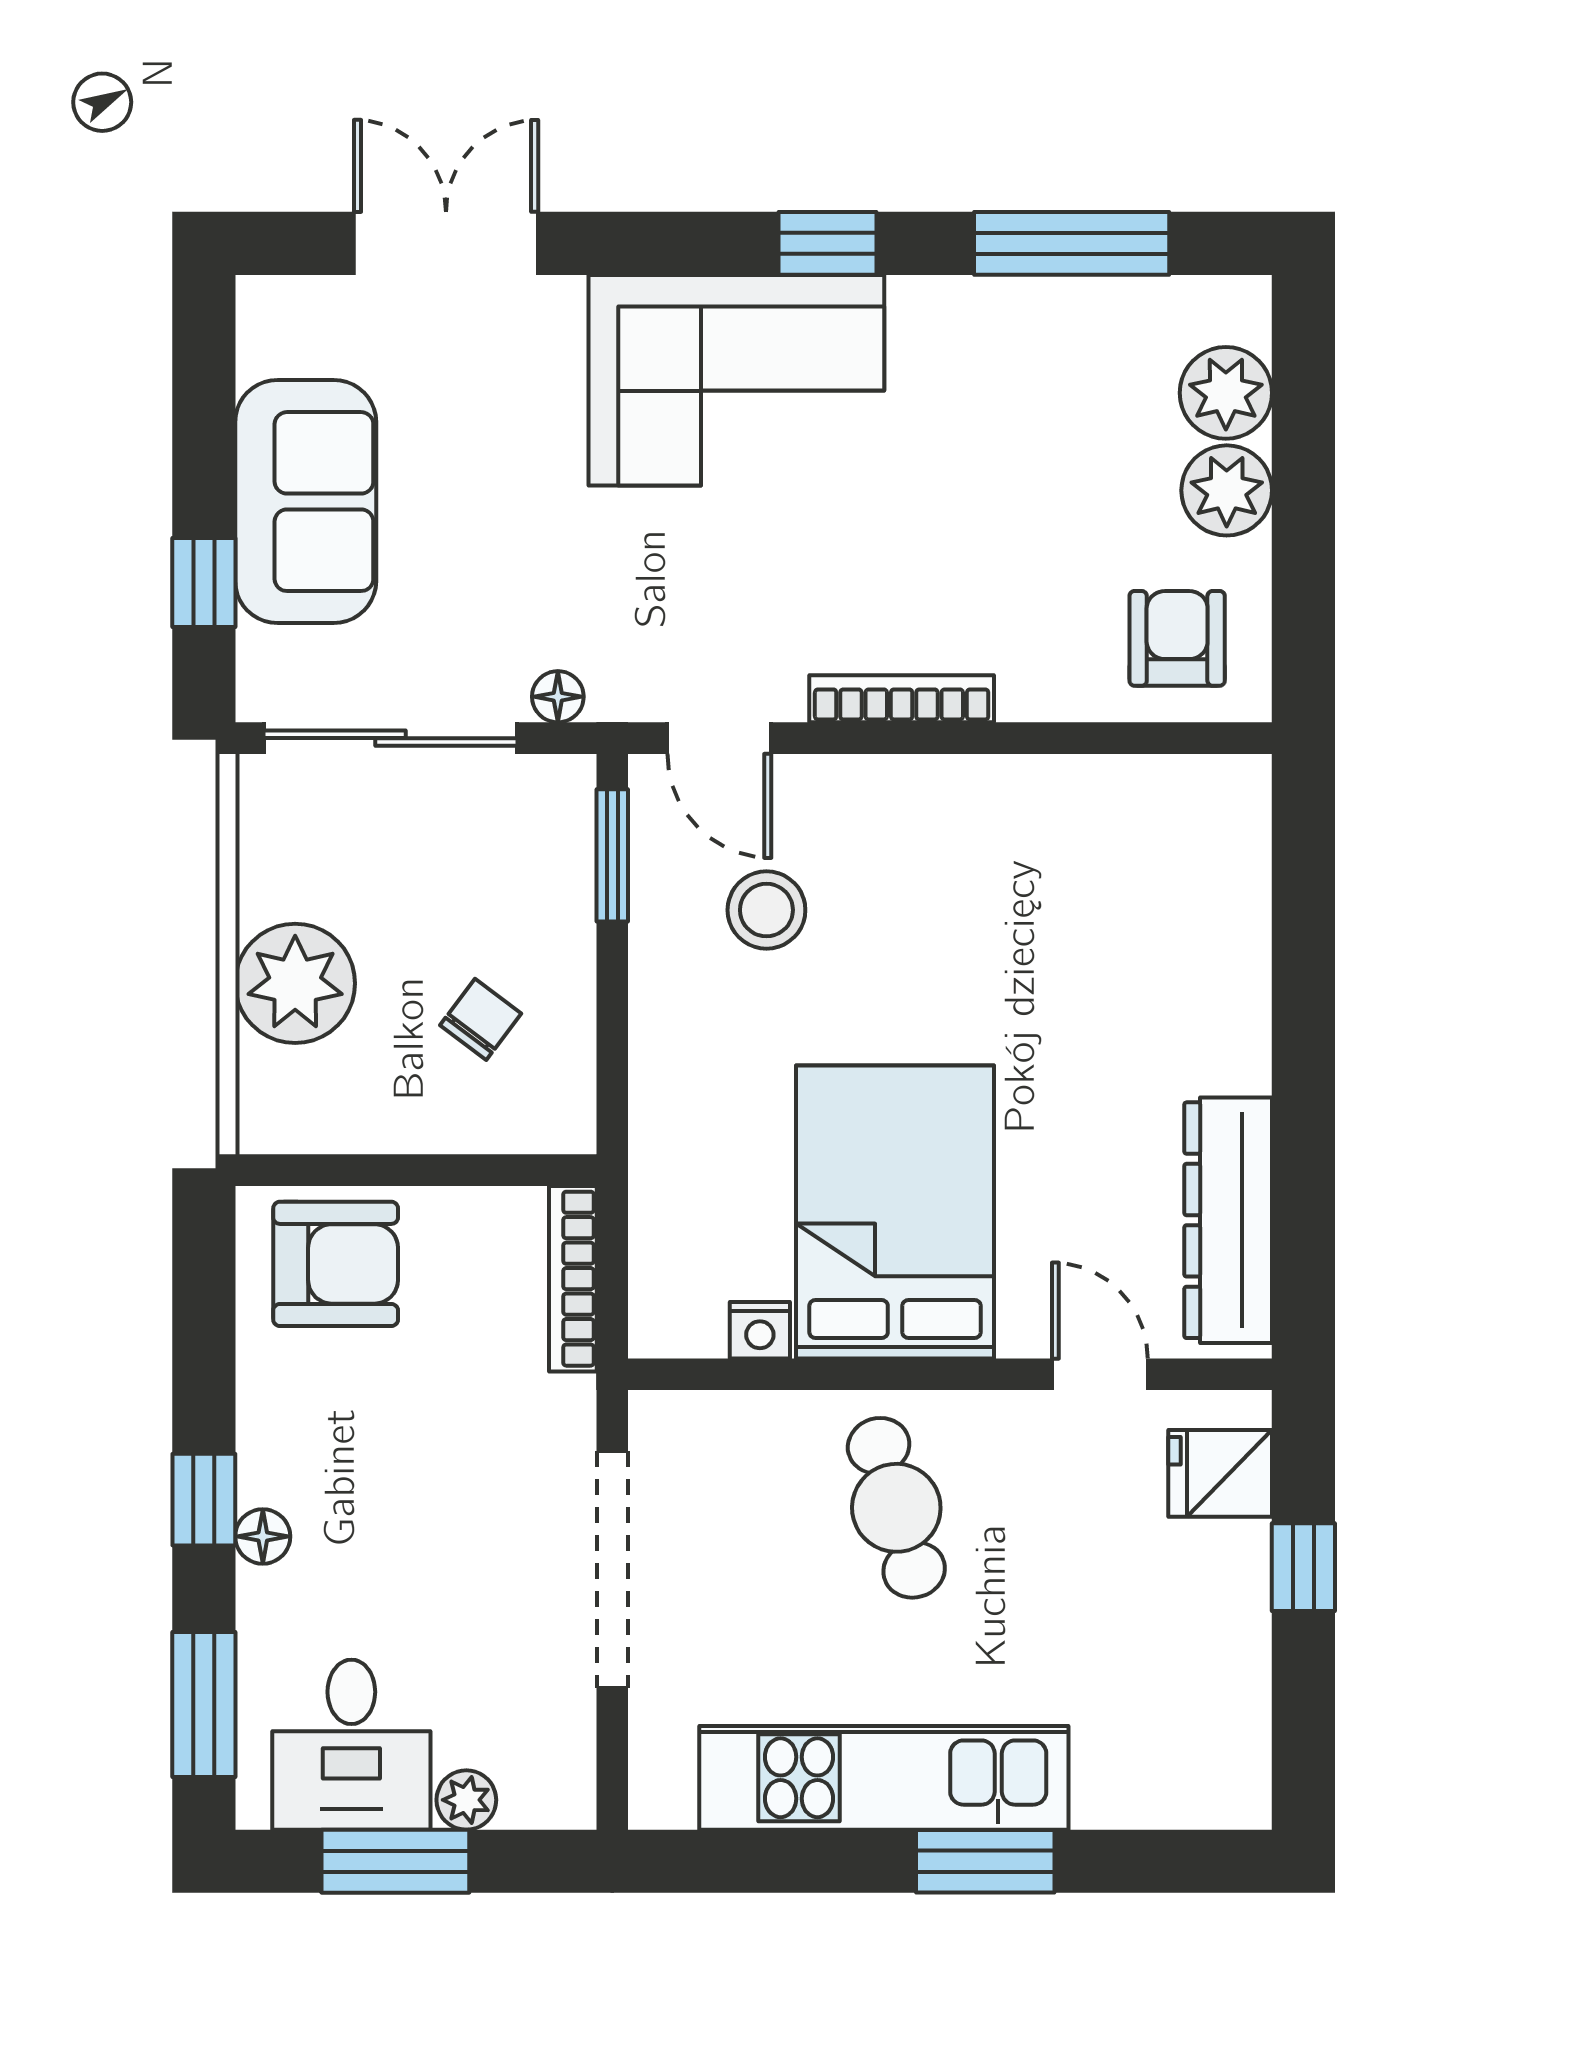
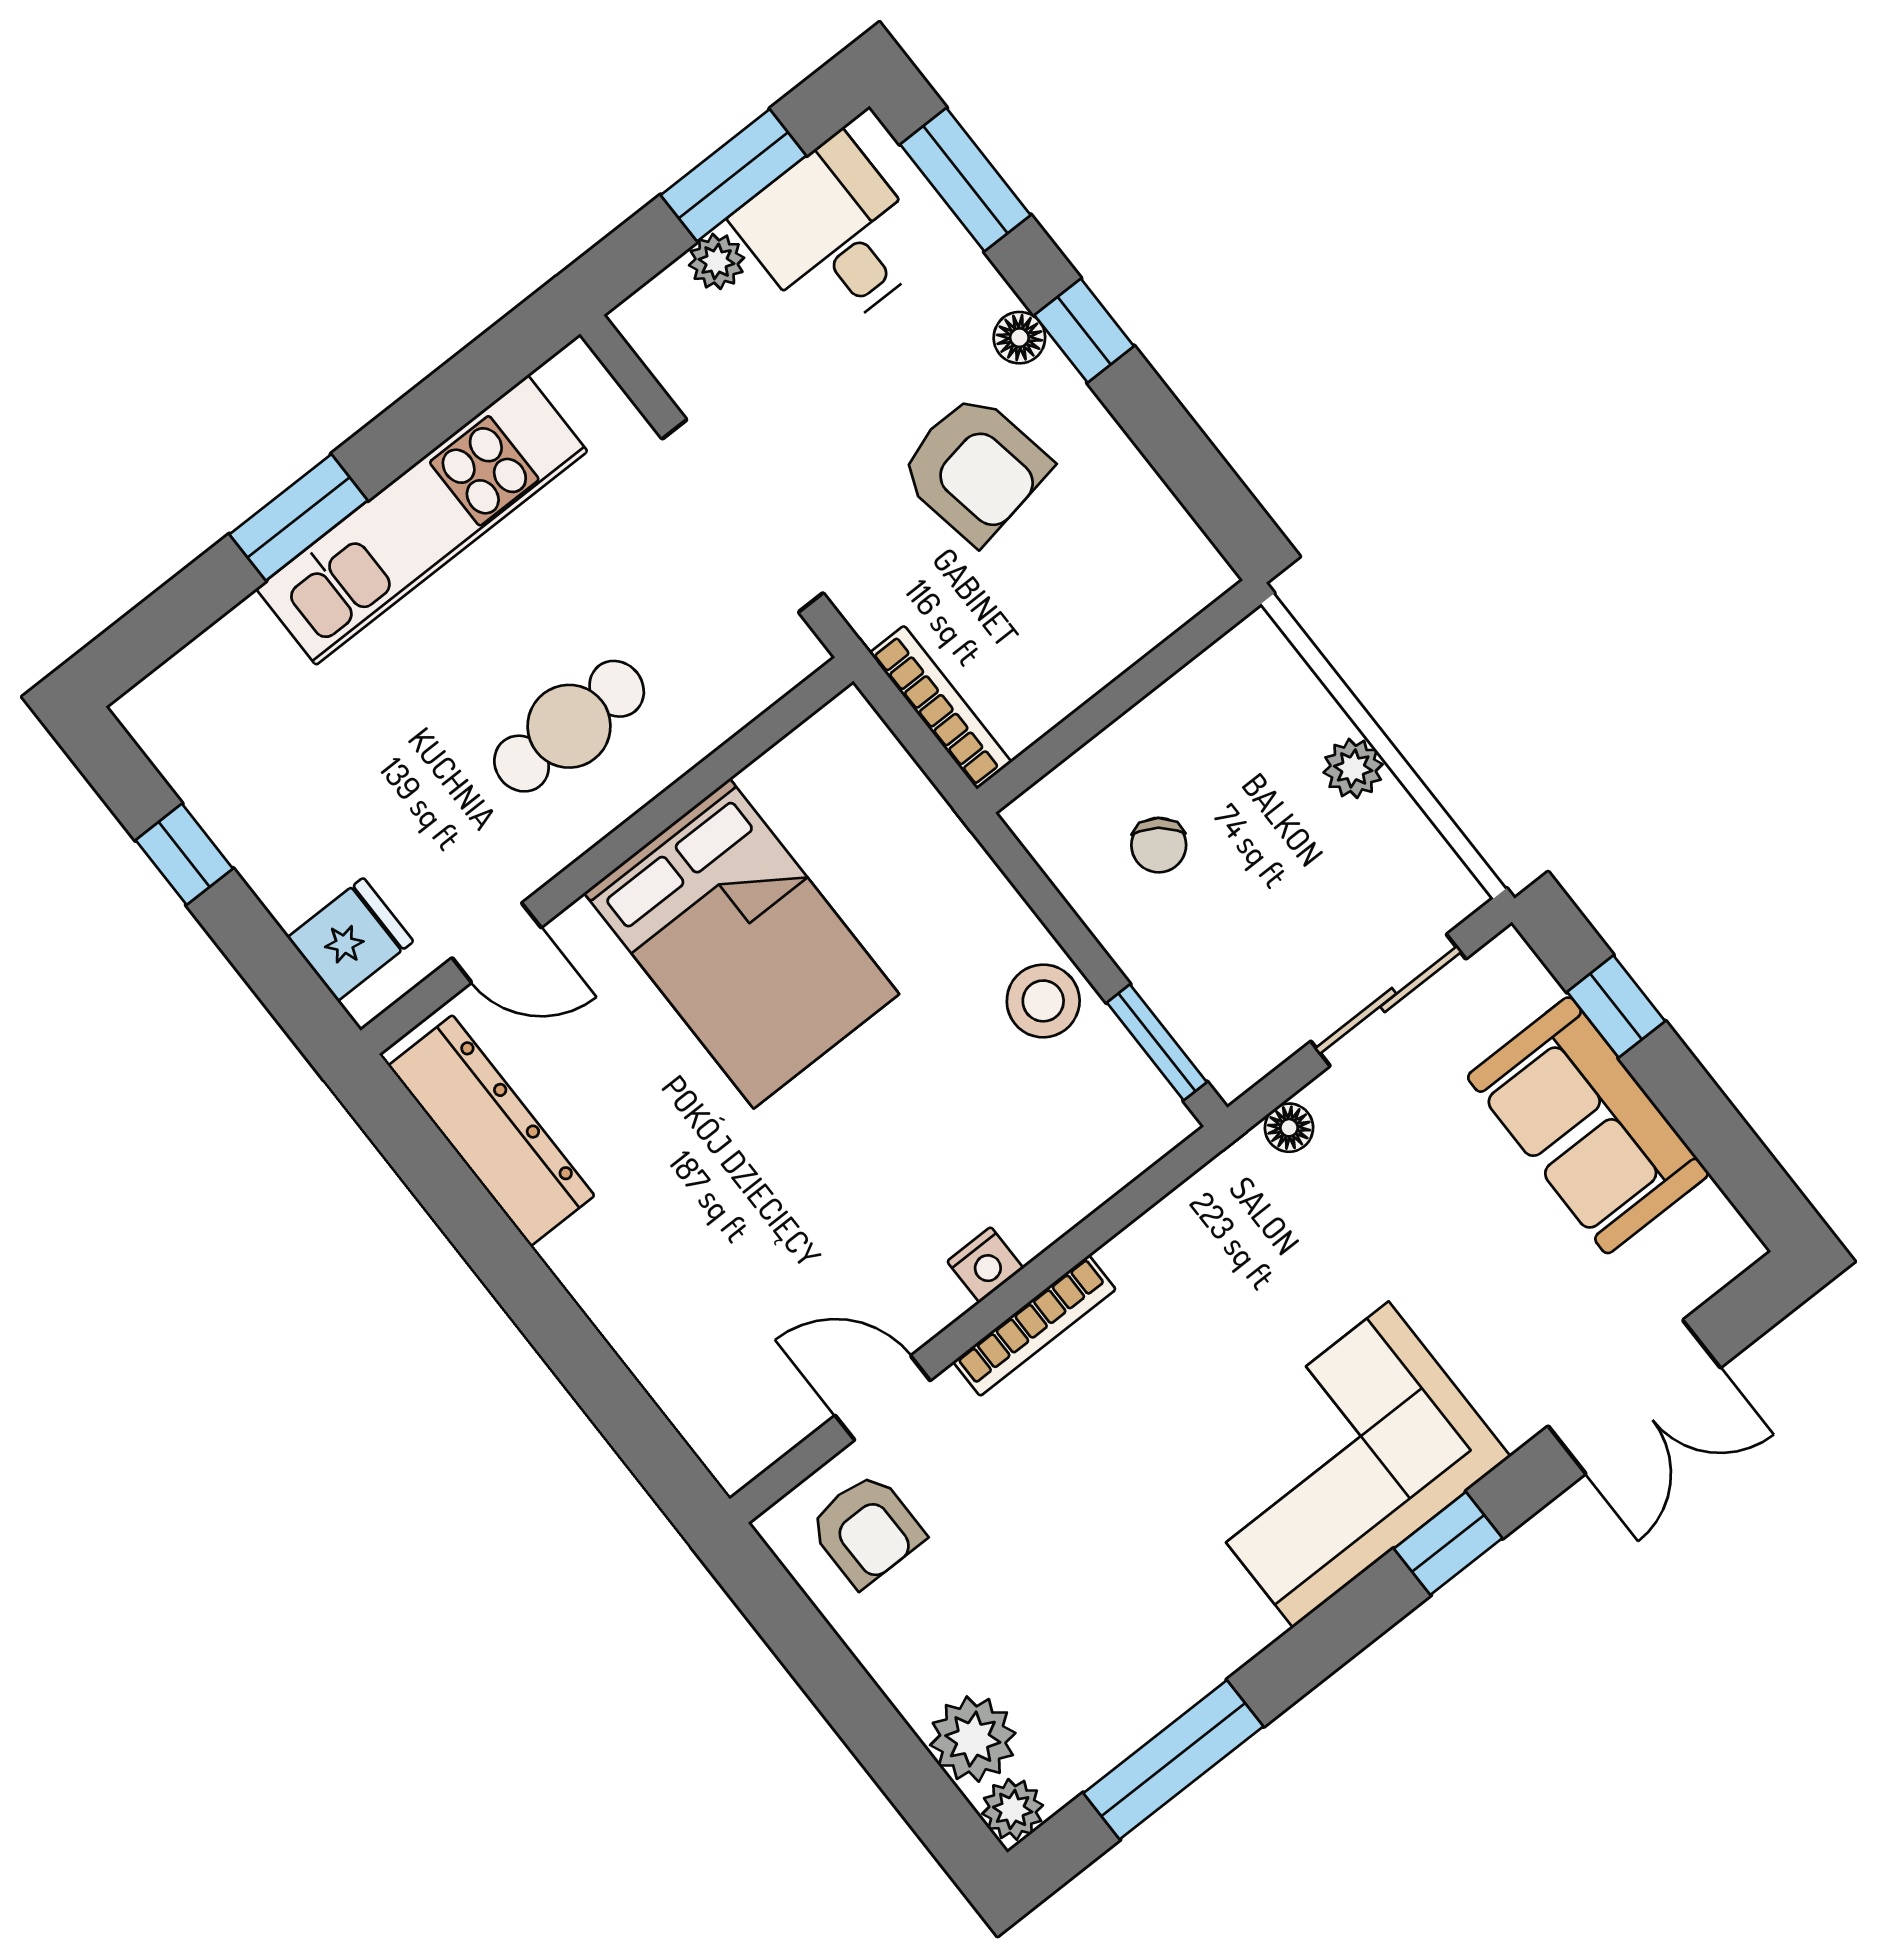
window: (827, 243) -> (1448, 1543), moved
plant: (1227, 490) -> (1013, 1809), moved, width x0.73, depth x0.73
sliding door: (391, 738) -> (1388, 1000), width x0.73
door: (719, 738) -> (883, 1398), moved
stool: (766, 910) -> (1043, 1001), moved
plant: (295, 983) -> (1353, 768), width x0.53, depth x0.53
armchair: (336, 1264) -> (974, 468), moved, turned -100
nightstand: (760, 1330) -> (985, 1265), moved, turned 180
cafe table: (896, 1508) -> (569, 726), turned -74
window: (1303, 1567) -> (184, 854), moved

